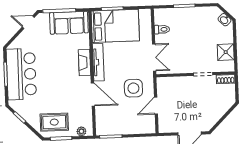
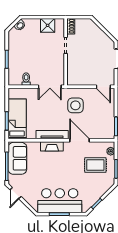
bed: (115, 26) -> (17, 119), width x0.67
double door: (154, 57) -> (50, 87), swing flipped
door: (93, 94) -> (79, 140), hinge flipped
door: (156, 106) -> (103, 87), moved
rug: (54, 122) -> (95, 165), moved, turned 90

